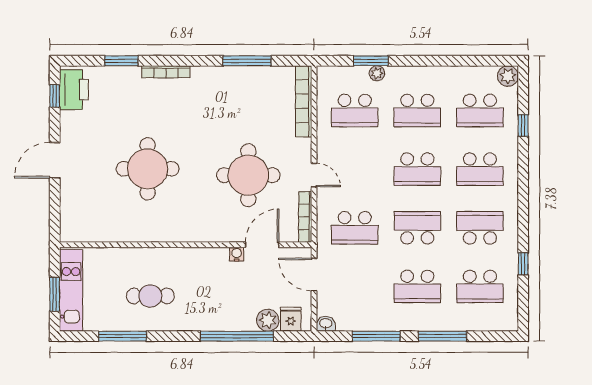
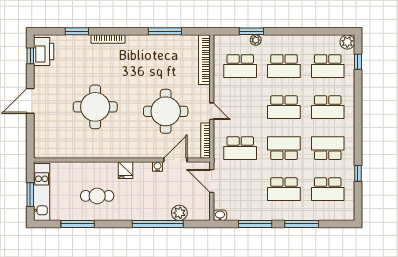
window: (523, 126) -> (358, 62), moved
fridge: (291, 319) -> (125, 170), moved, turned 180

